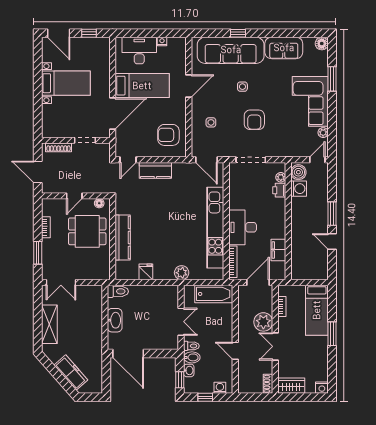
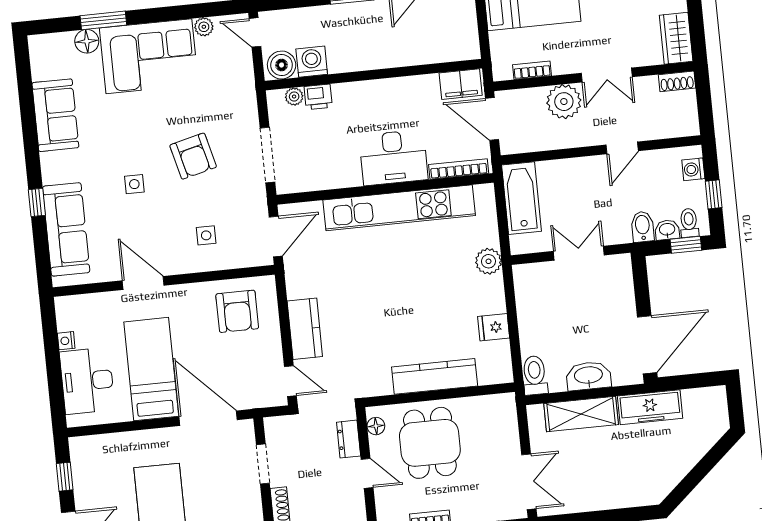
floor lamp: (322, 44) -> (87, 41), moved
sofa: (231, 50) -> (66, 229), width x0.74, depth x0.79
armchair: (254, 120) -> (193, 156), turned 76
dresser: (94, 188) -> (349, 439), added
filing cabinet: (278, 250) -> (461, 84), moved
shelving: (49, 324) -> (581, 414), moved
toilet: (191, 346) -> (689, 223), moved
freezer: (71, 373) -> (650, 407), moved, turned -138

